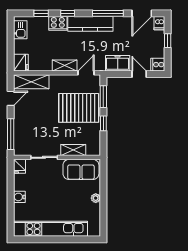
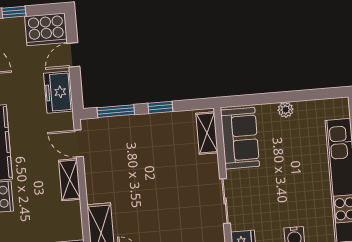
cooker: (158, 65) -> (46, 29), width x1.87, depth x1.31
pallet: (79, 108) -> (138, 151), removed
shelving: (73, 150) -> (207, 133), moved

